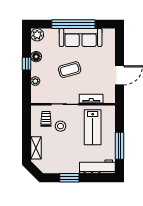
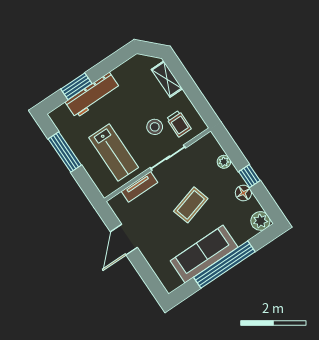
lab bench: (93, 127) -> (114, 152), turned 180
workbench: (97, 167) -> (93, 95), moved
window: (69, 178) -> (76, 86), moved

